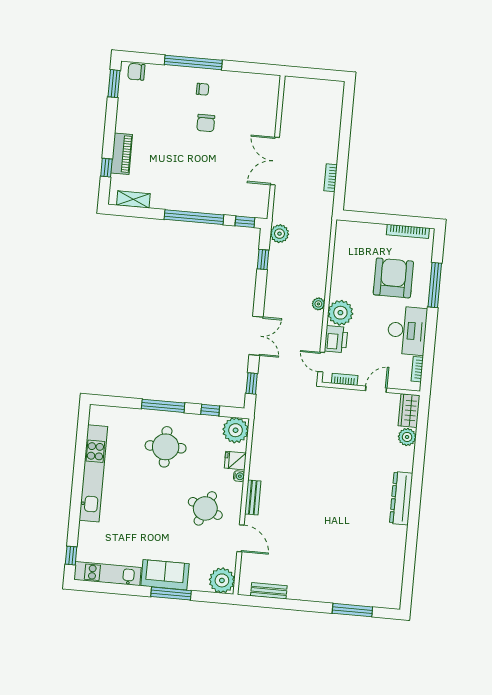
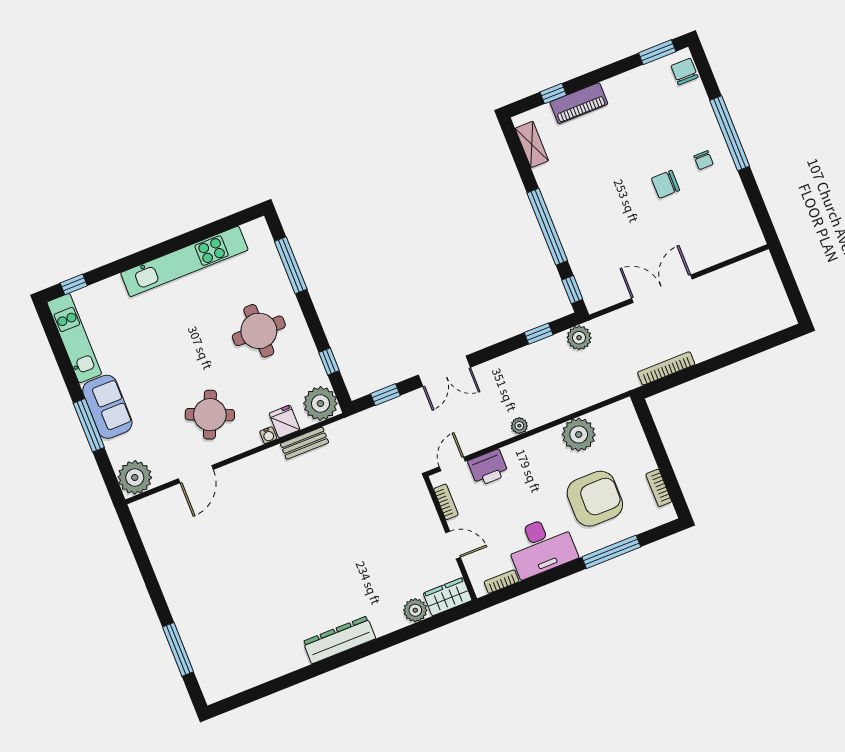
bookcase: (331, 178) -> (666, 368), width x1.56
bookcase: (408, 231) -> (659, 488), width x0.64
plant: (340, 313) -> (579, 435), moved
window: (163, 406) -> (291, 265), moved
bench: (253, 498) -> (304, 443), moved
bench: (269, 591) -> (151, 539), removed

